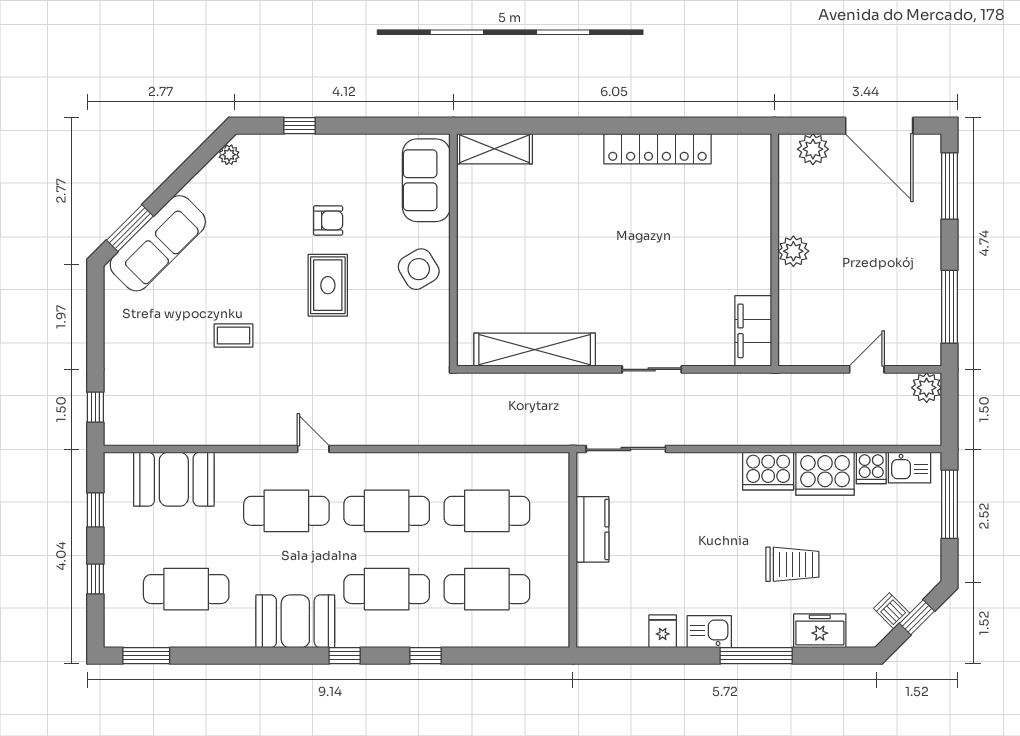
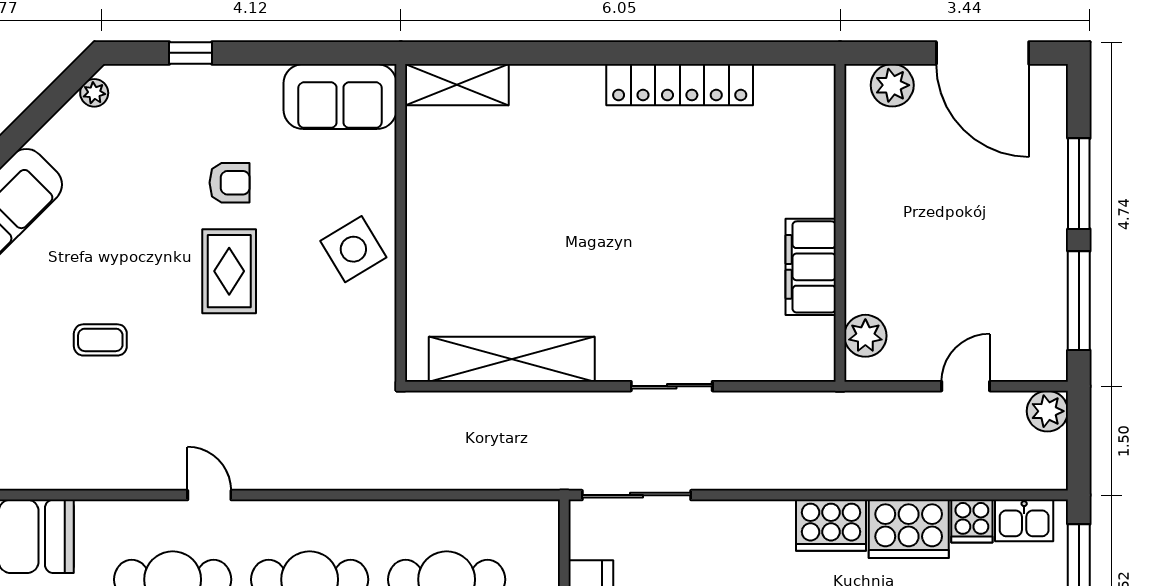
sofa: (426, 180) -> (340, 97), moved, turned -90
window: (950, 186) -> (1079, 184), moved
plant: (793, 251) -> (865, 336), moved
filing cabinet: (753, 331) -> (811, 267), moved

